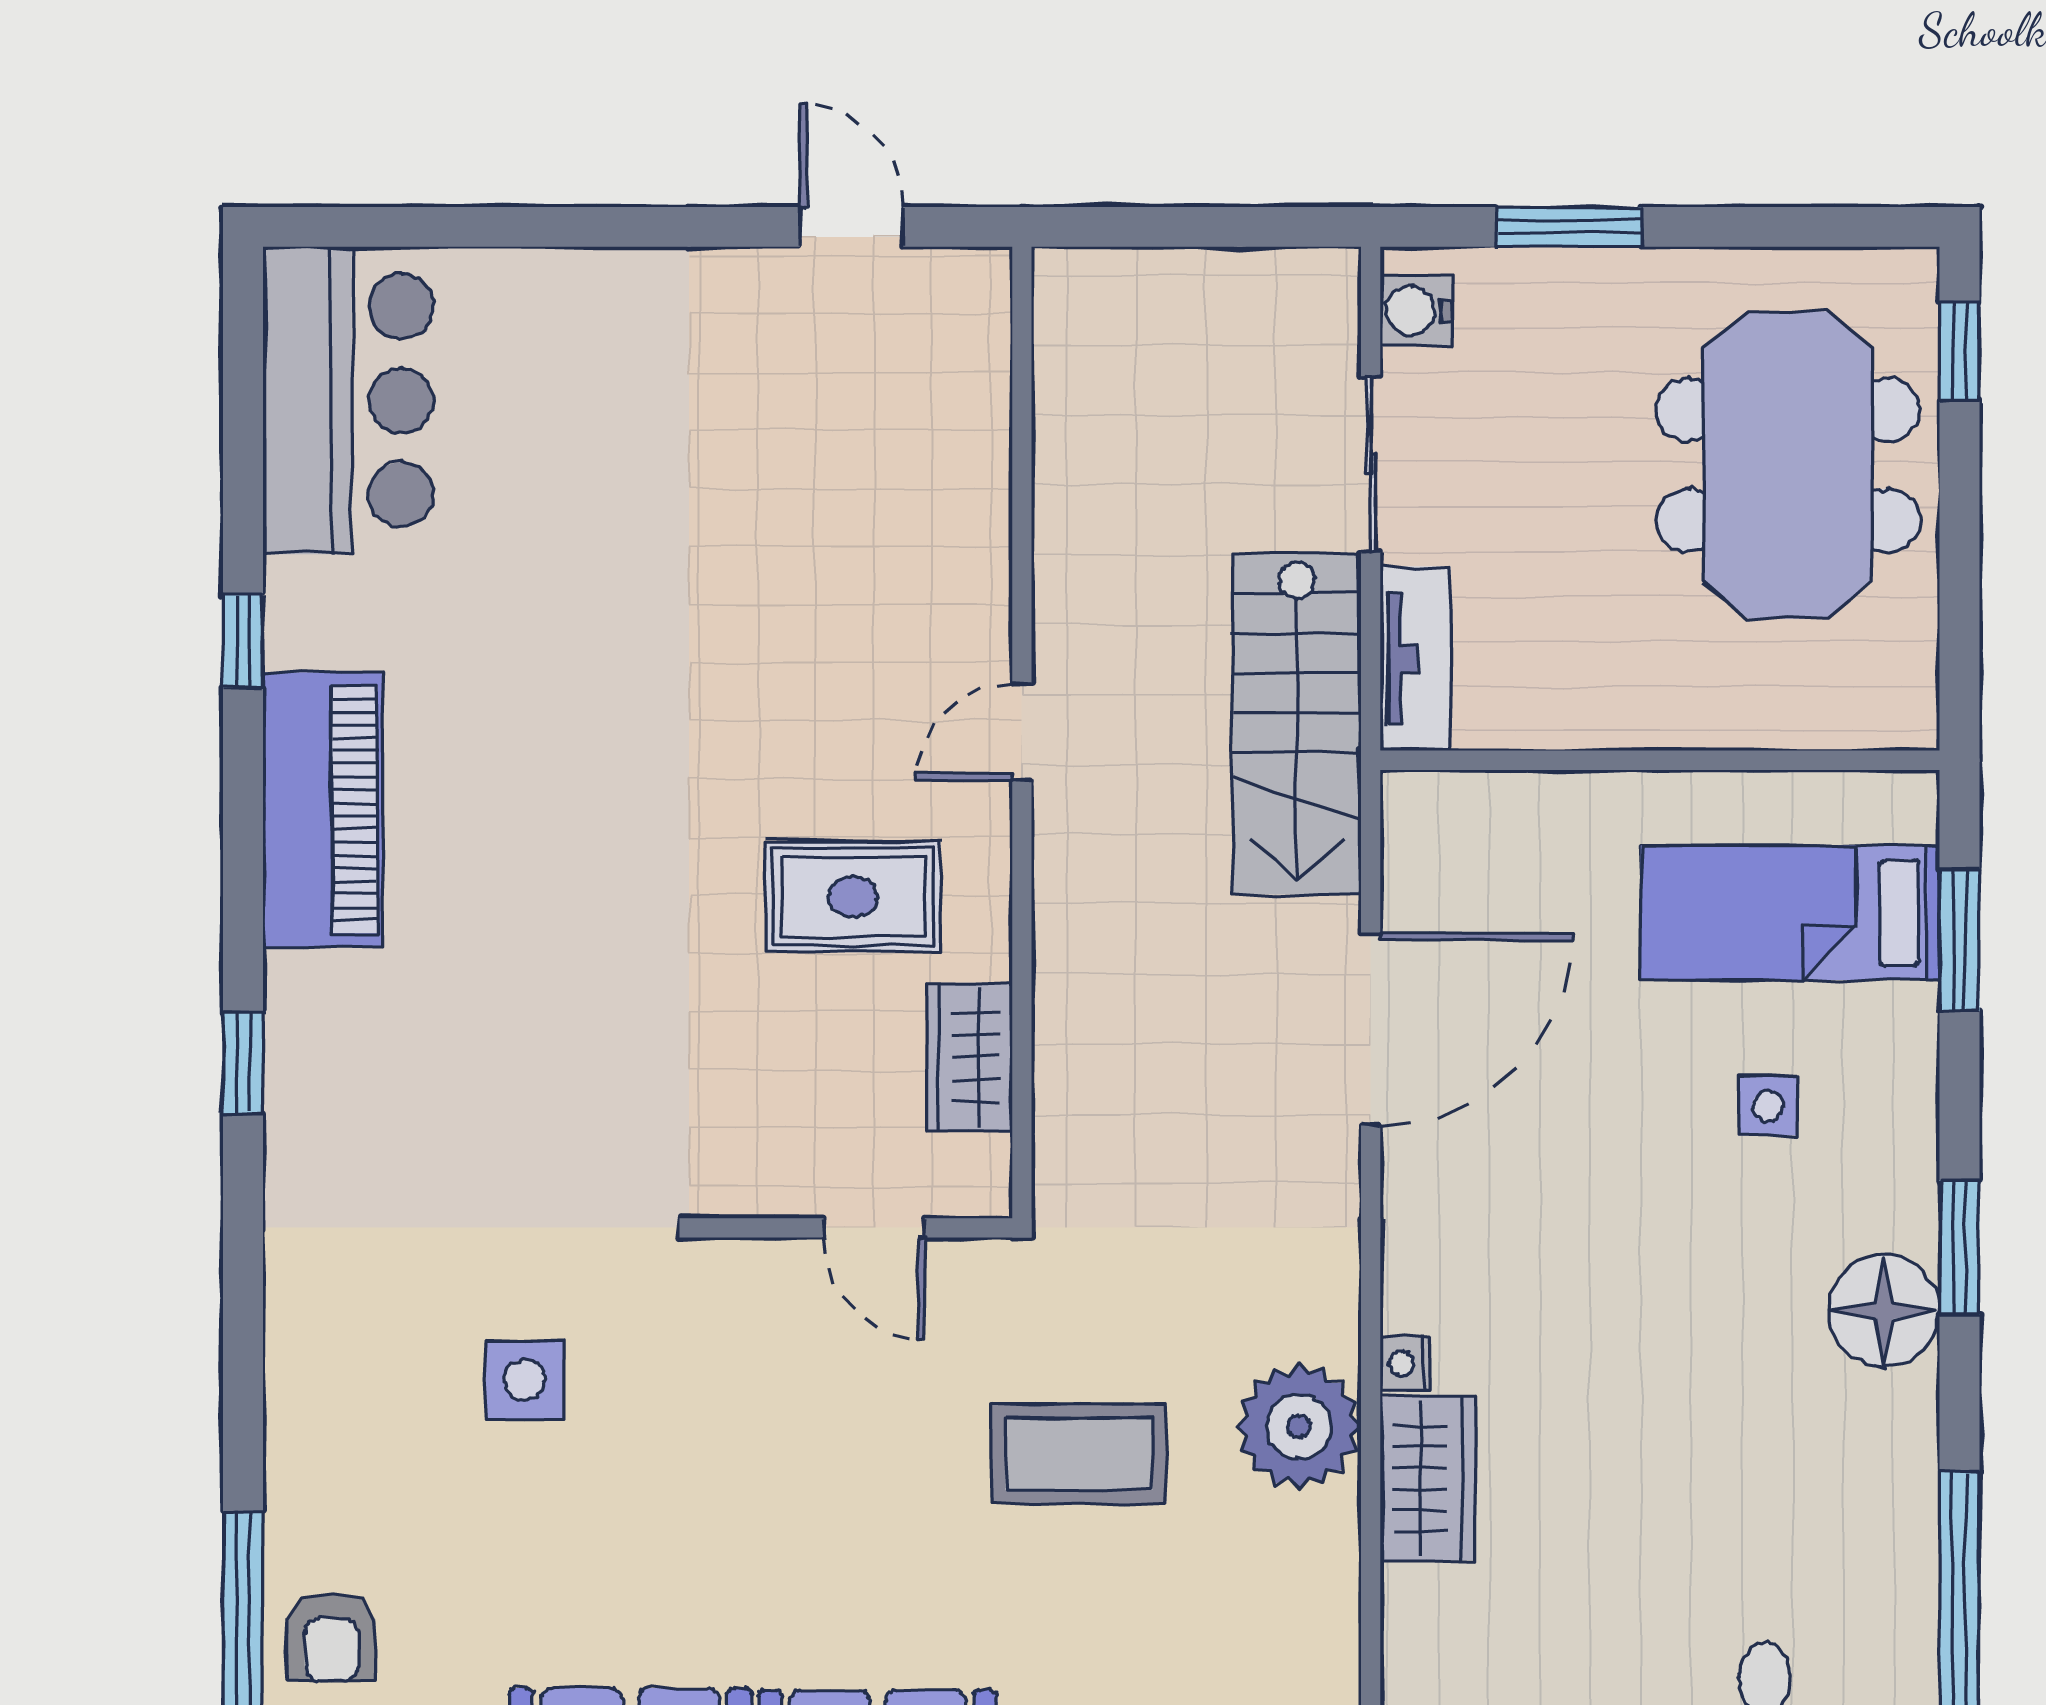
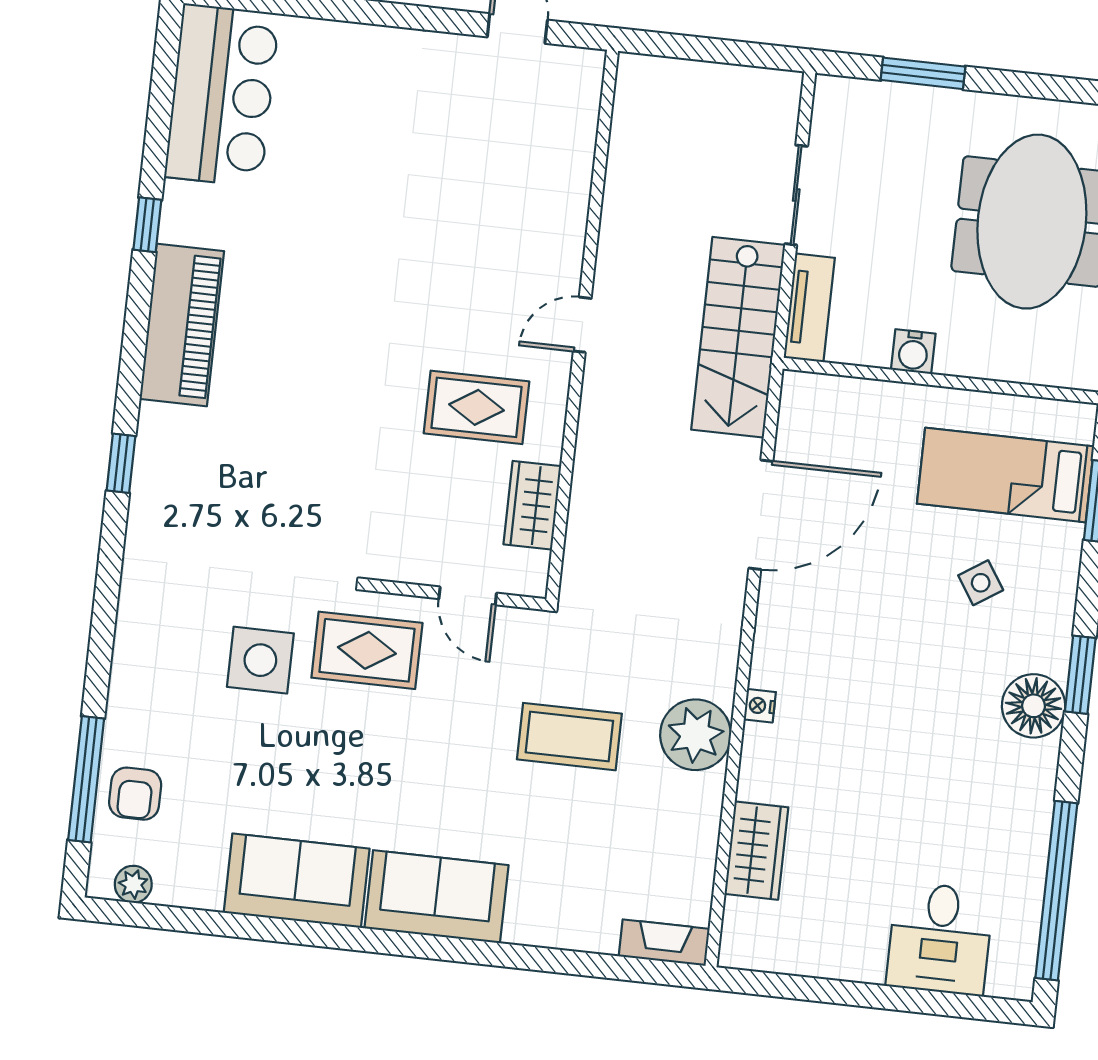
water cooler: (1416, 311) -> (913, 352), moved, turned -90
side table: (1768, 1106) -> (981, 583), turned -33
rug: (709, 1342) -> (367, 650), added
side table: (524, 1380) -> (260, 660), width x1.37, depth x1.37
wardrobe: (1428, 1478) -> (756, 851), moved

